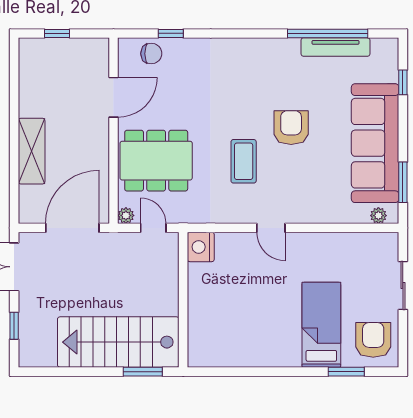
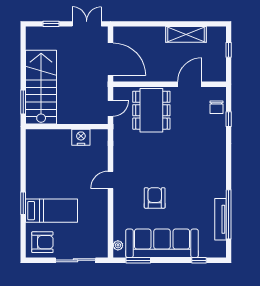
door: (113, 97) -> (190, 84), swing flipped
armchair: (291, 128) -> (155, 198), moved, turned -90
shelving: (32, 151) -> (186, 34), moved
coffee table: (244, 161) -> (151, 163), removed
plant: (126, 215) -> (118, 92), removed
nightstand: (201, 247) -> (81, 137), moved
sliding door: (403, 286) -> (75, 260), width x1.37
window: (346, 372) -> (23, 203), moved

